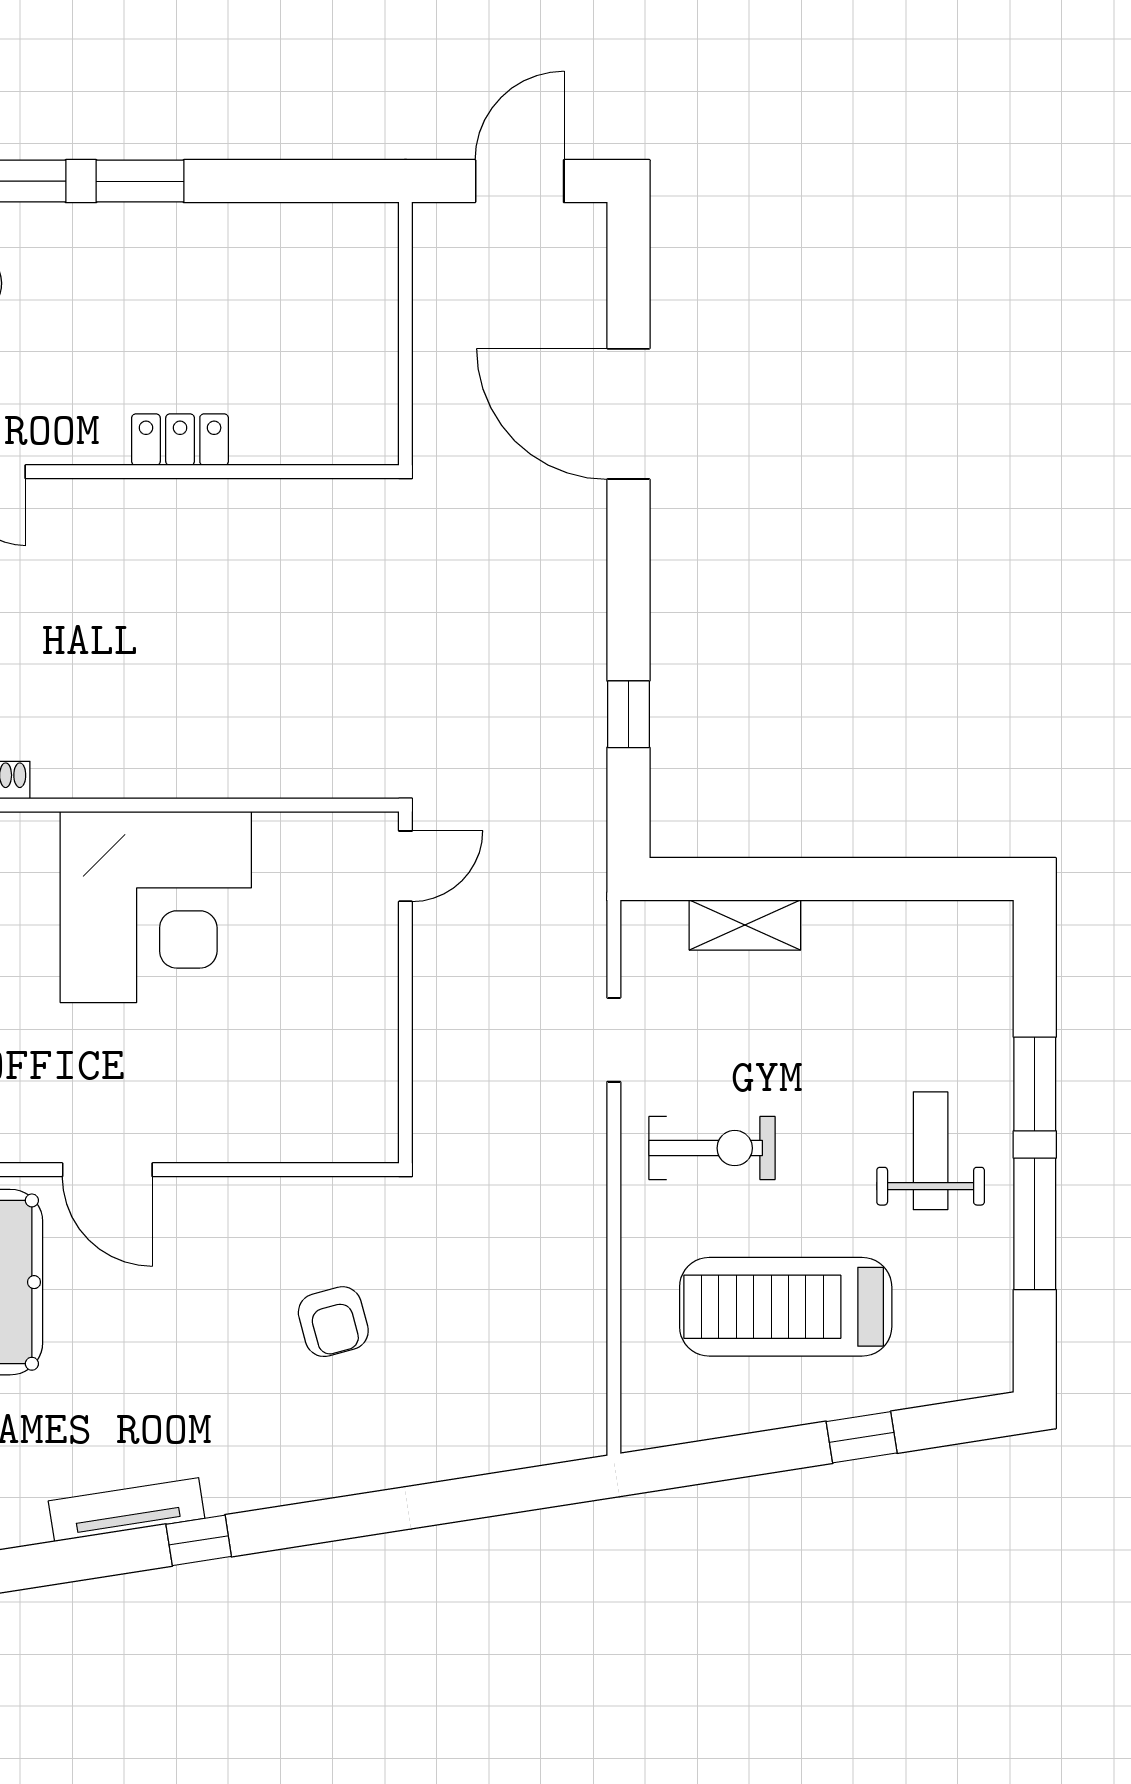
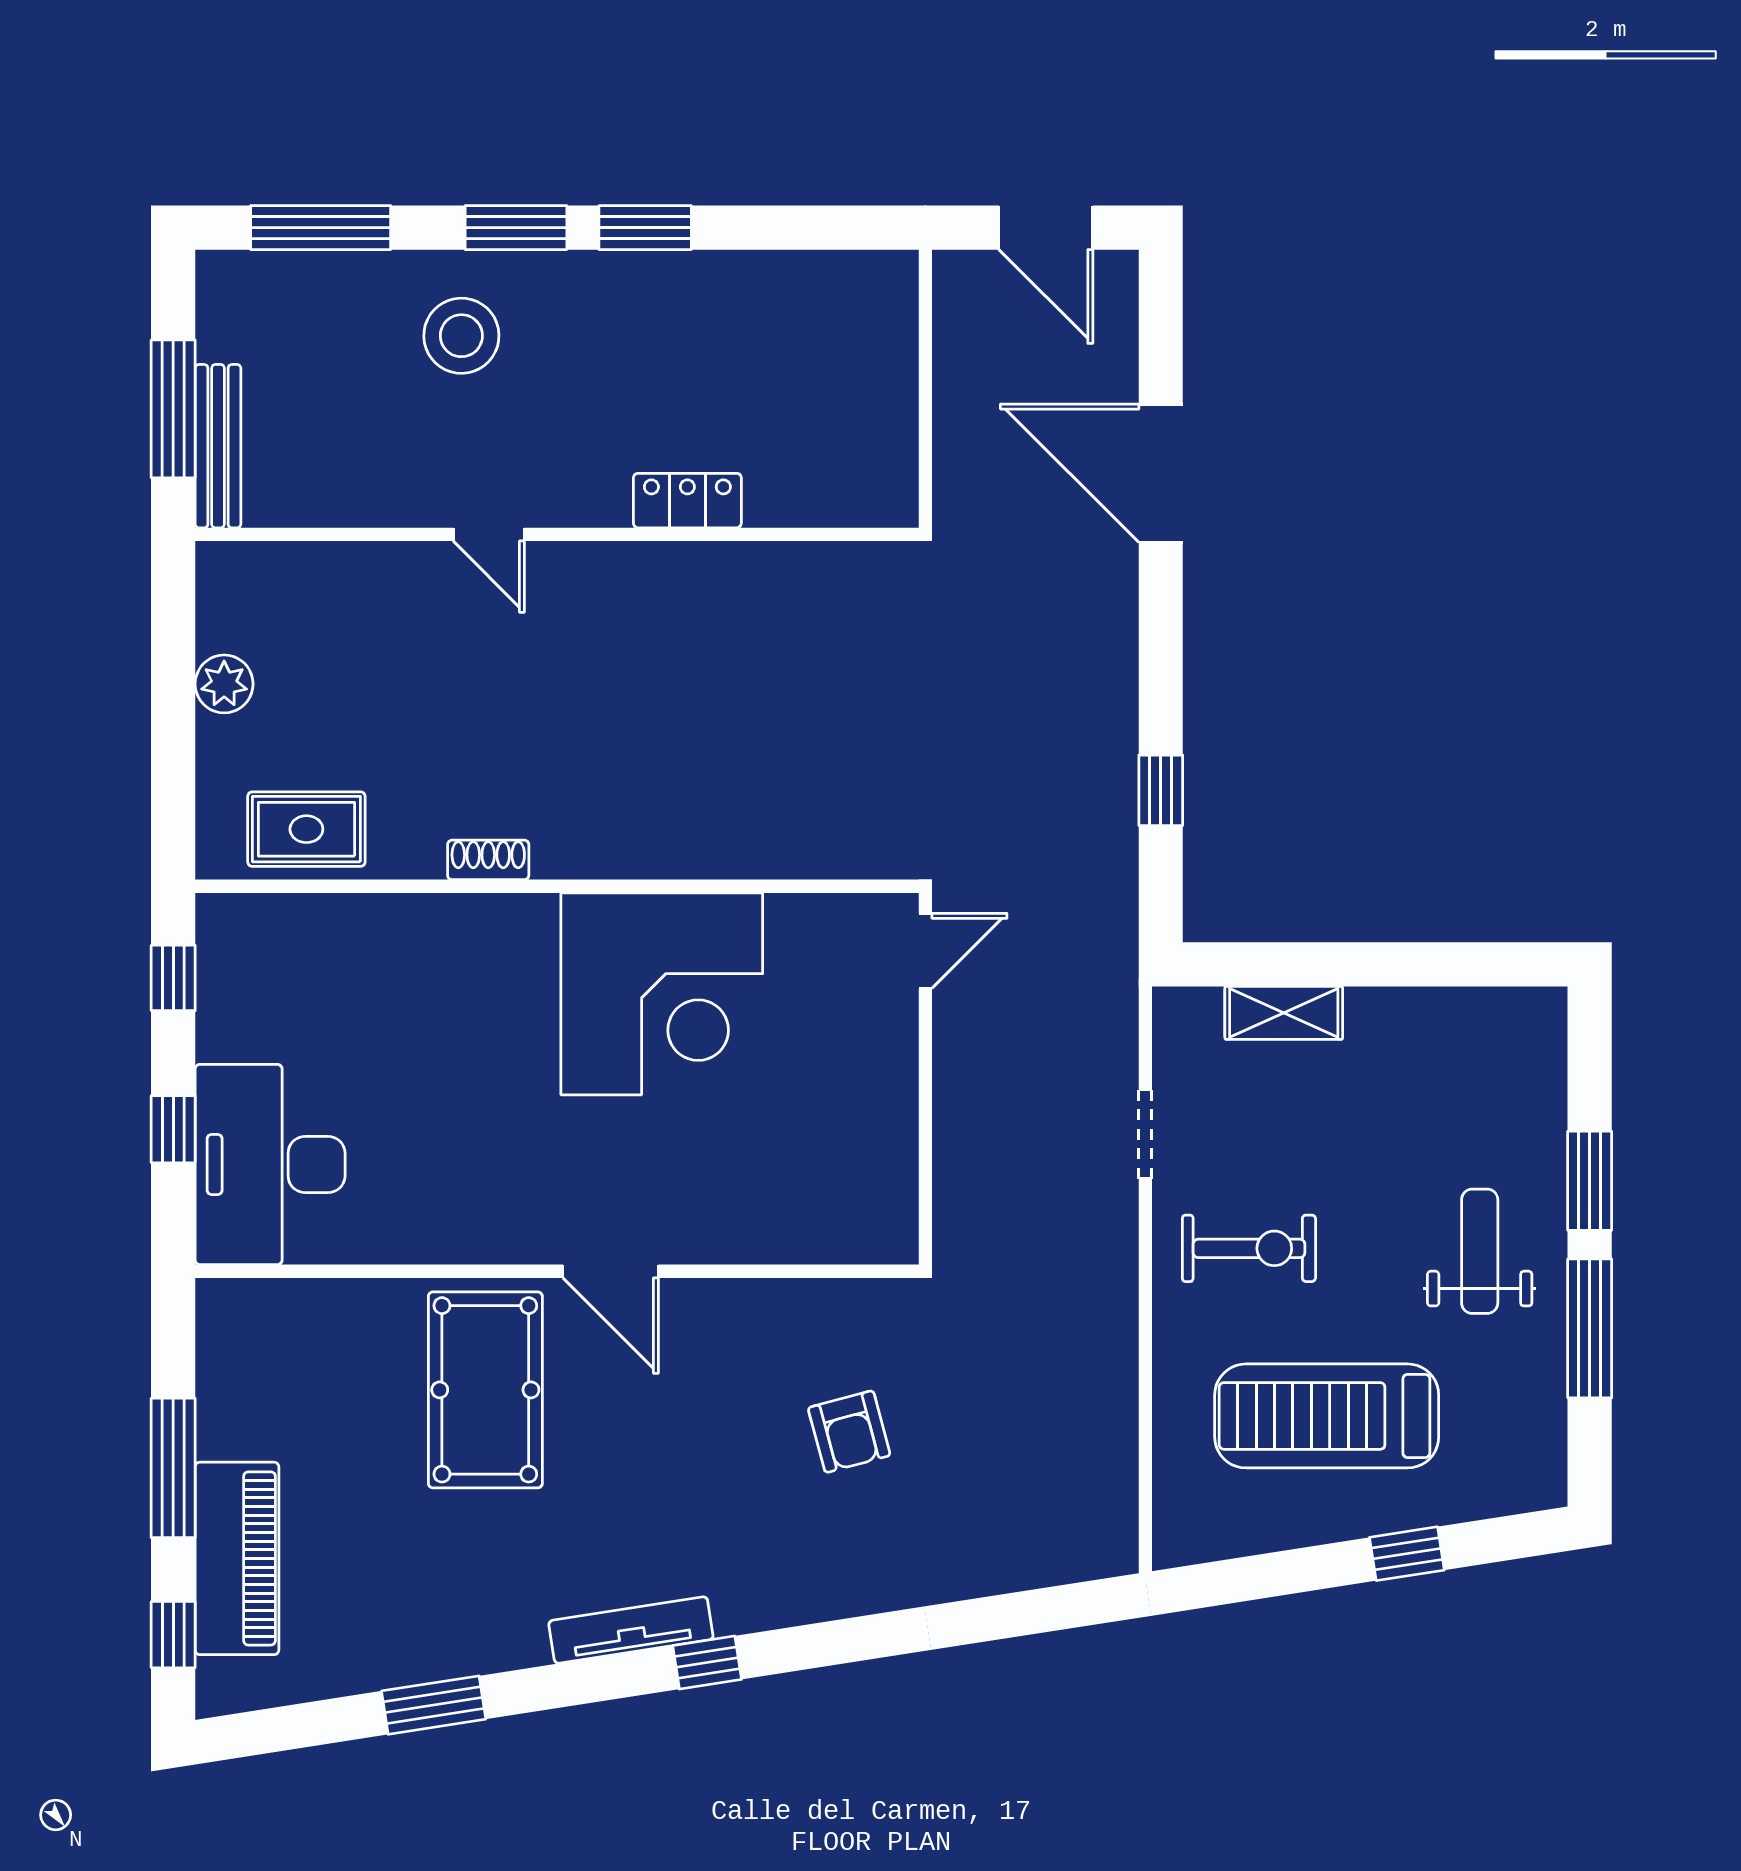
door: (520, 181) -> (1046, 228), swing flipped

